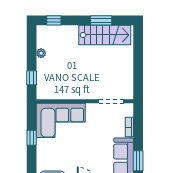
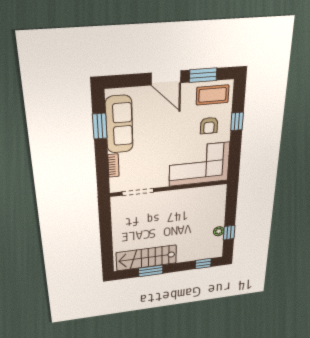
window: (32, 78) -> (229, 233), moved
window: (32, 138) -> (237, 121), moved
armchair: (54, 153) -> (209, 126), added

